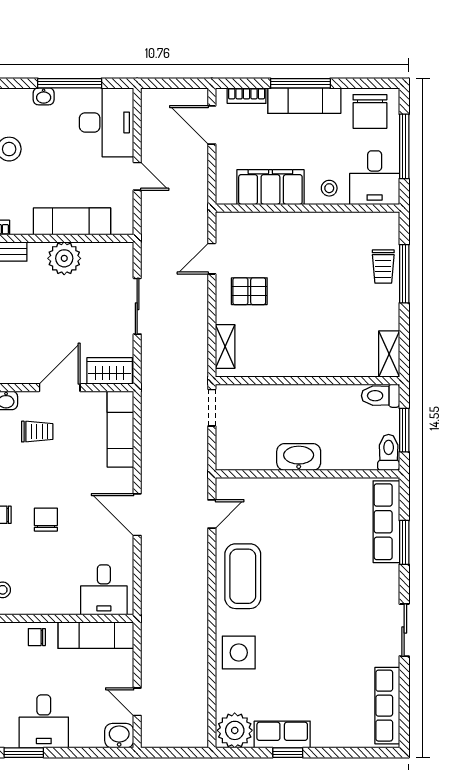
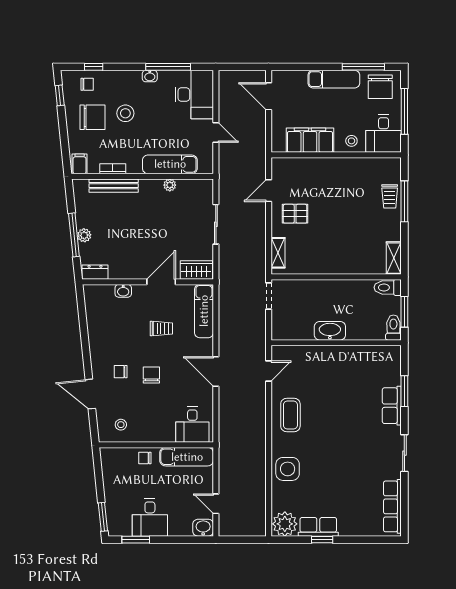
window: (300, 83) -> (363, 67), moved
bookcase: (247, 96) -> (293, 76), removed
plant: (64, 258) -> (170, 185), width x0.53, depth x0.53
trolley: (37, 432) -> (161, 329), moved
row of seats: (386, 522) -> (392, 406), moved, width x0.68
coffee table: (243, 576) -> (290, 415), width x0.73, depth x0.76

